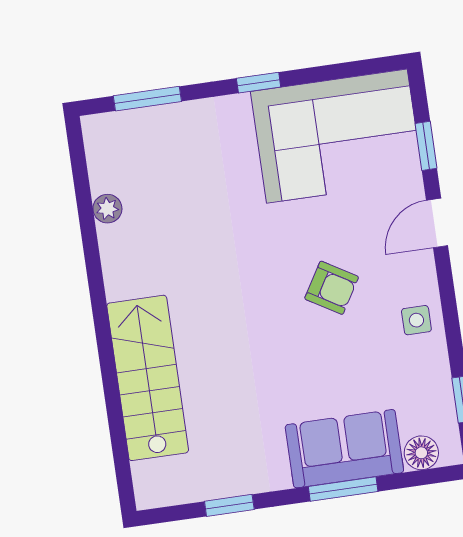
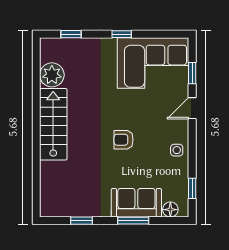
window: (147, 99) -> (71, 34), width x0.67
plant: (107, 209) -> (52, 75), width x1.87, depth x1.87
armchair: (332, 288) -> (124, 140), moved, turned 149
stairs: (148, 378) -> (53, 124), moved

